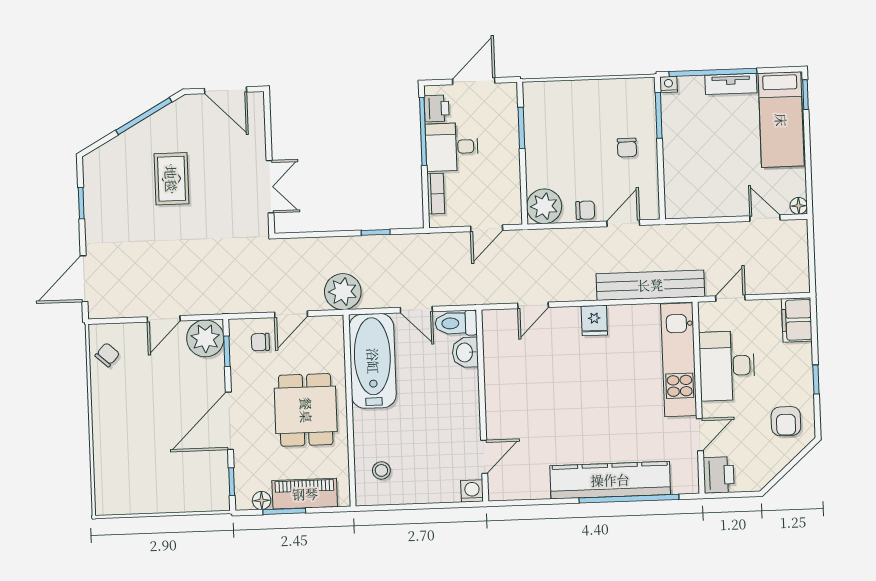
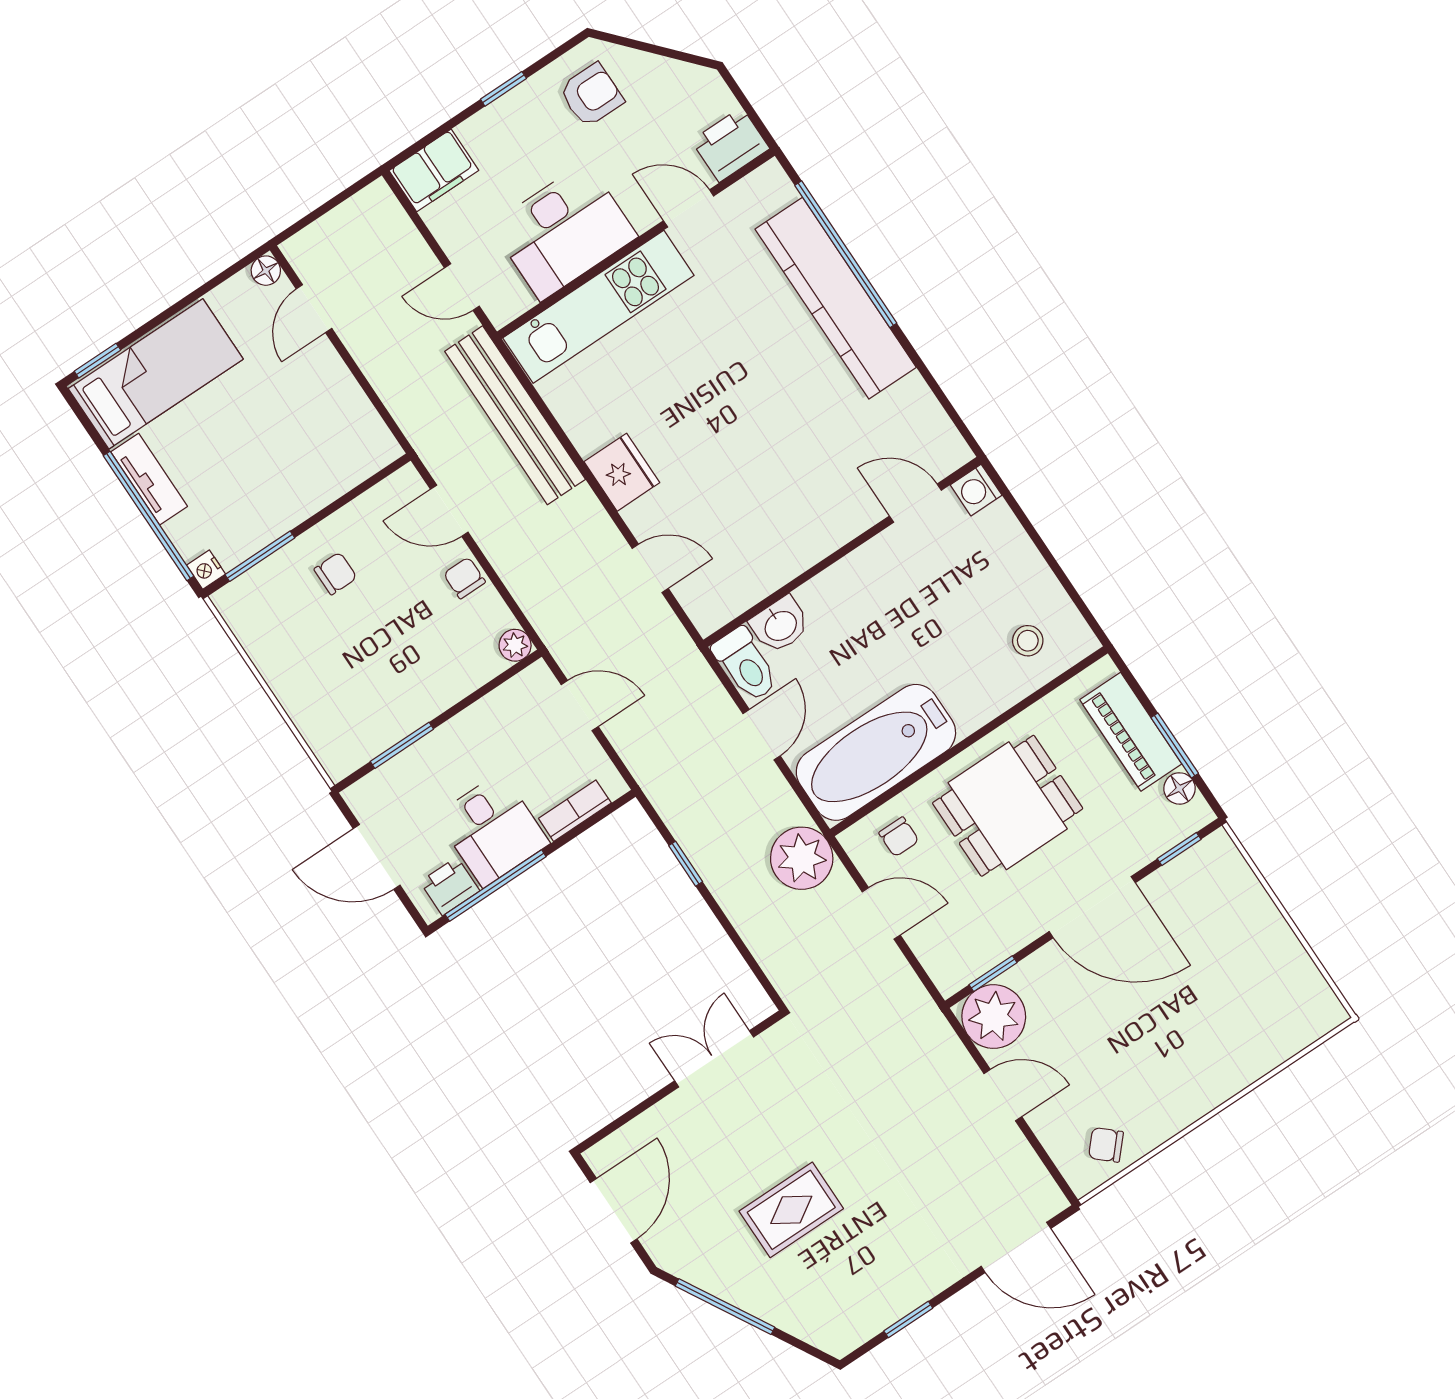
plant: (544, 206) -> (515, 645), width x0.53, depth x0.53
fridge: (594, 321) -> (622, 472), width x1.38
chair: (260, 342) -> (899, 837), moved

